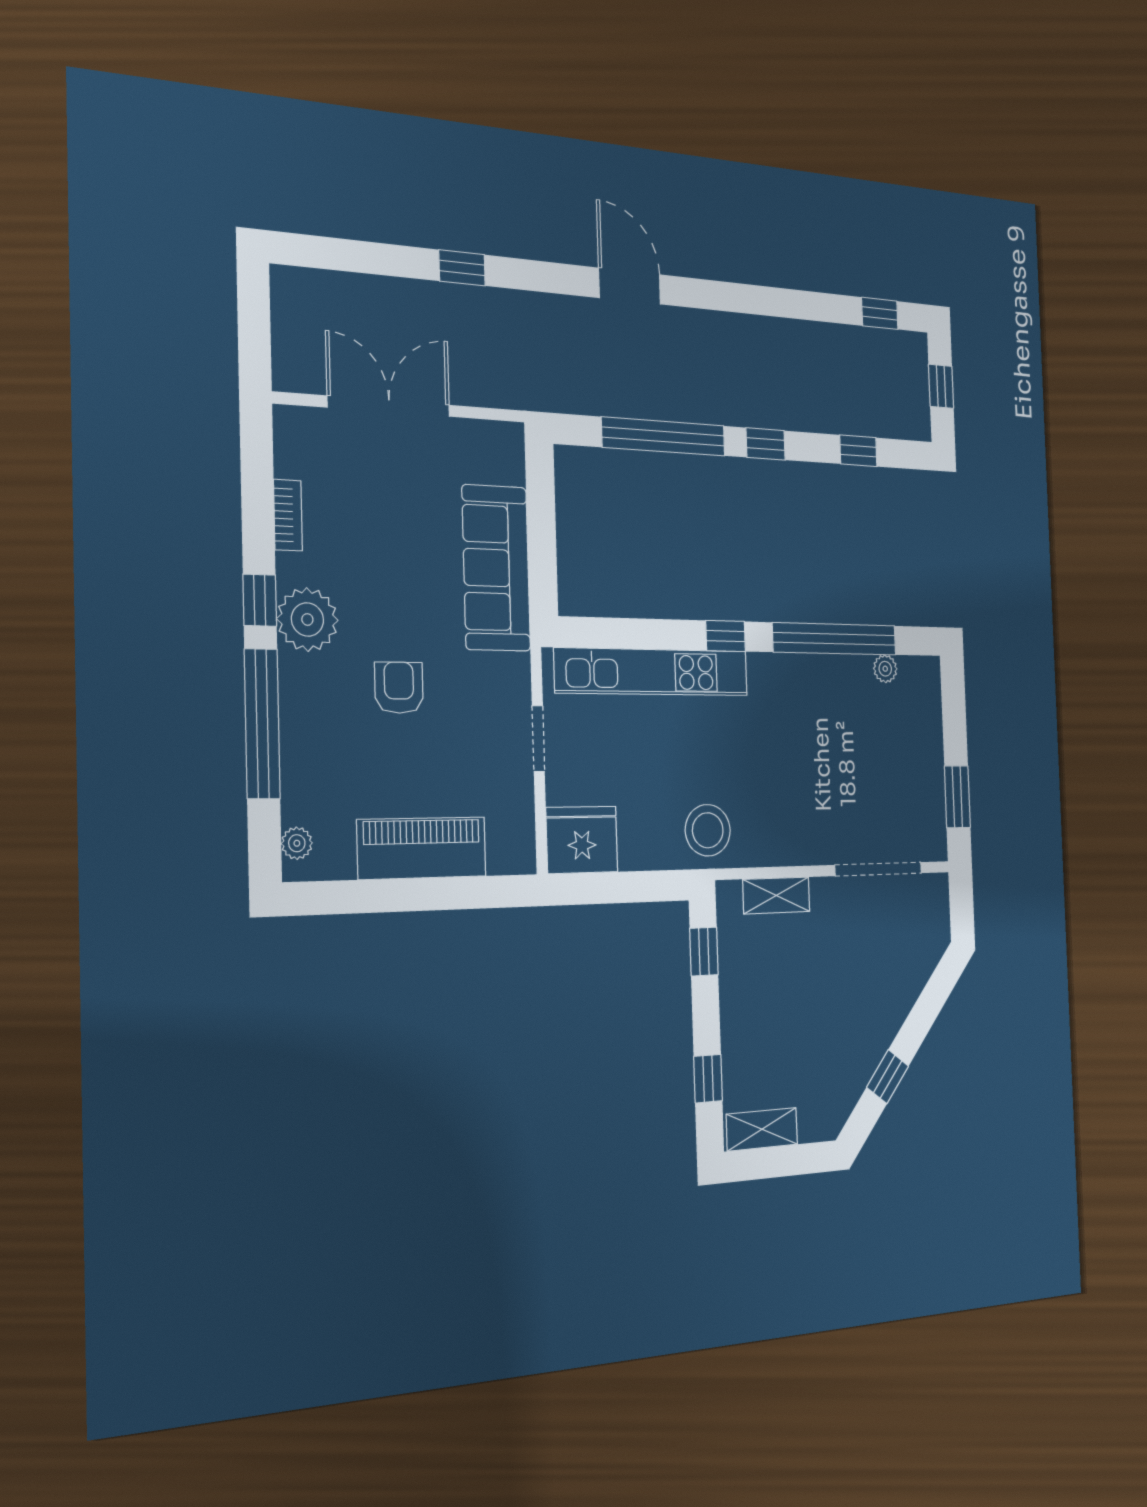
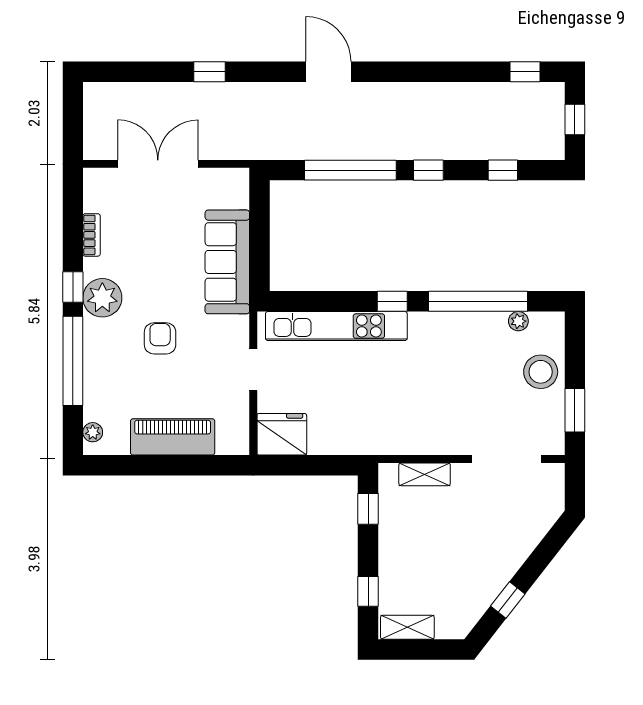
stool: (708, 830) -> (541, 372), moved

